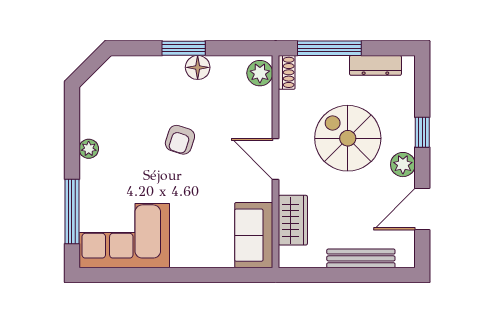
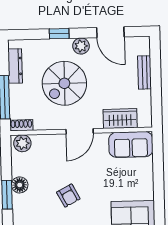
armchair: (180, 140) -> (68, 196), turned 44
bench: (361, 258) -> (145, 72), width x0.73

